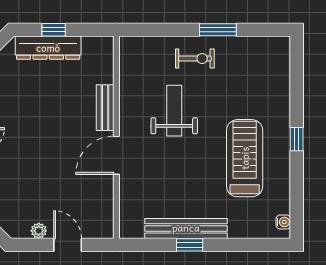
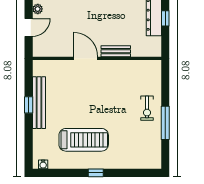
window: (218, 30) -> (165, 123), width x1.44
weight bench: (174, 111) -> (114, 95), removed

